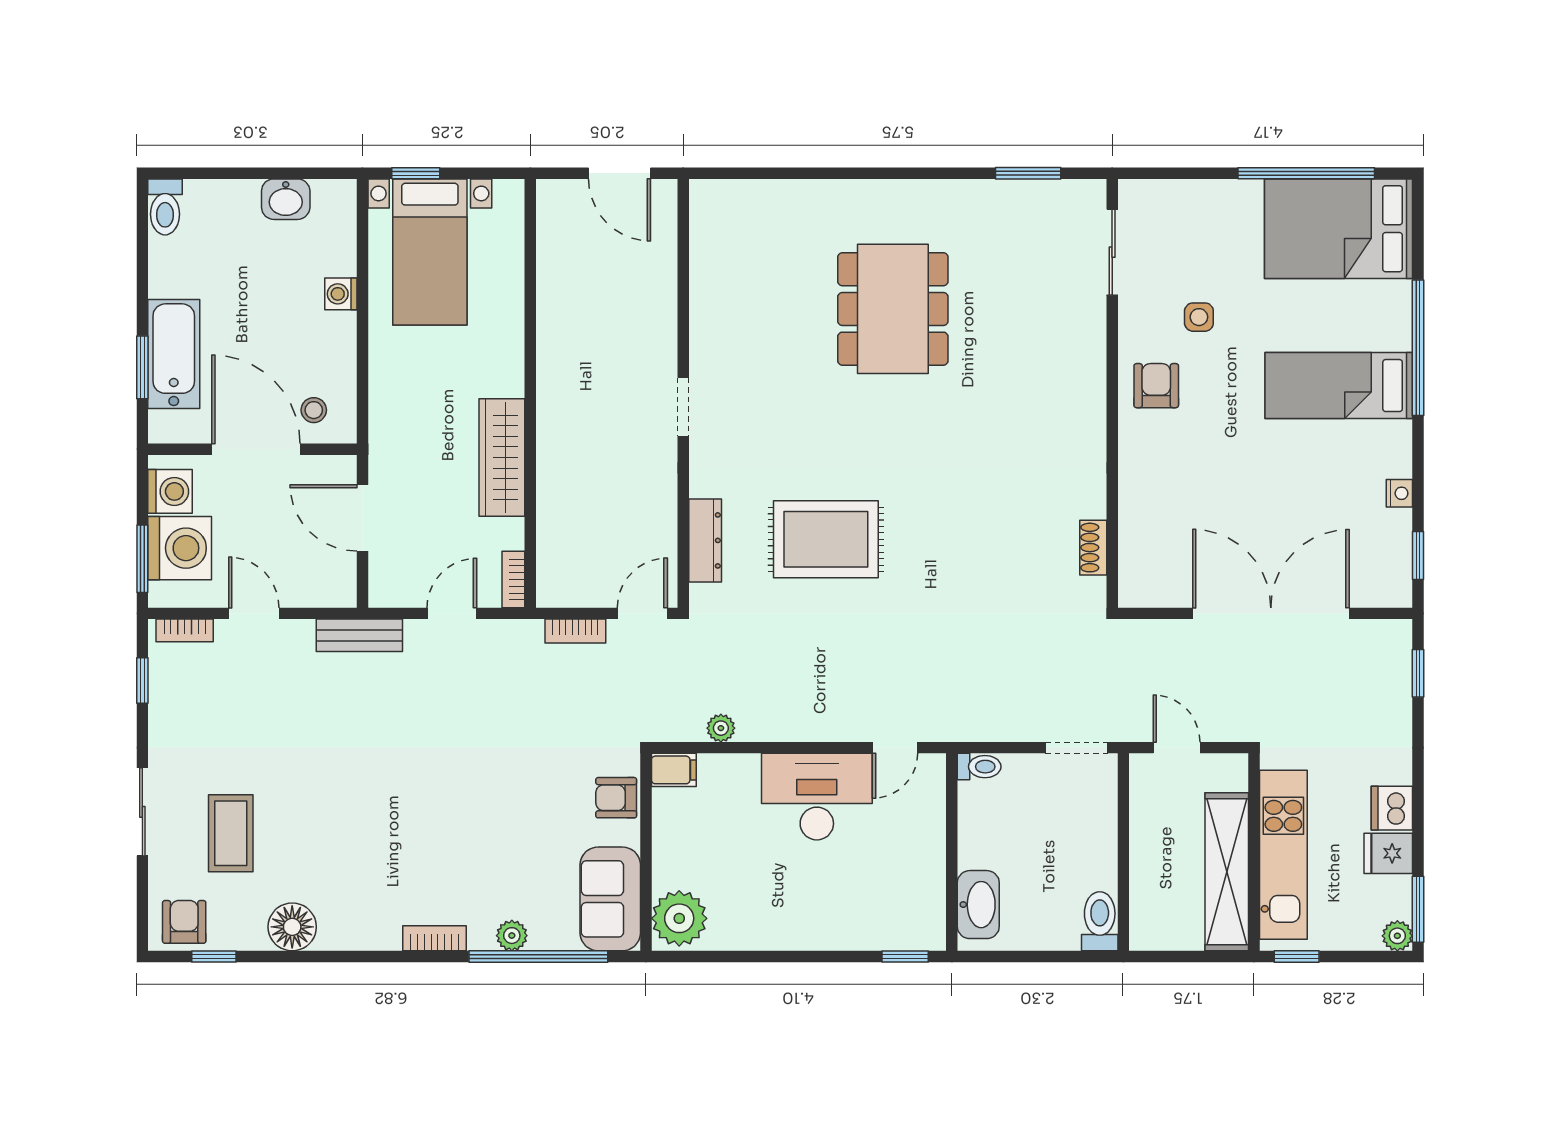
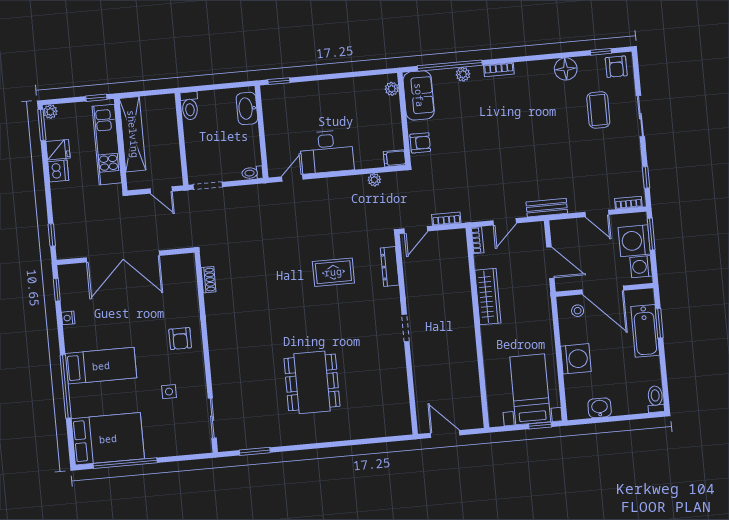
washing machine: (341, 294) -> (576, 359), width x1.89, depth x1.89
armchair: (1156, 386) -> (180, 339), moved
rug: (826, 539) -> (333, 272), width x0.73, depth x0.70
plant: (679, 918) -> (392, 89), width x0.53, depth x0.53

